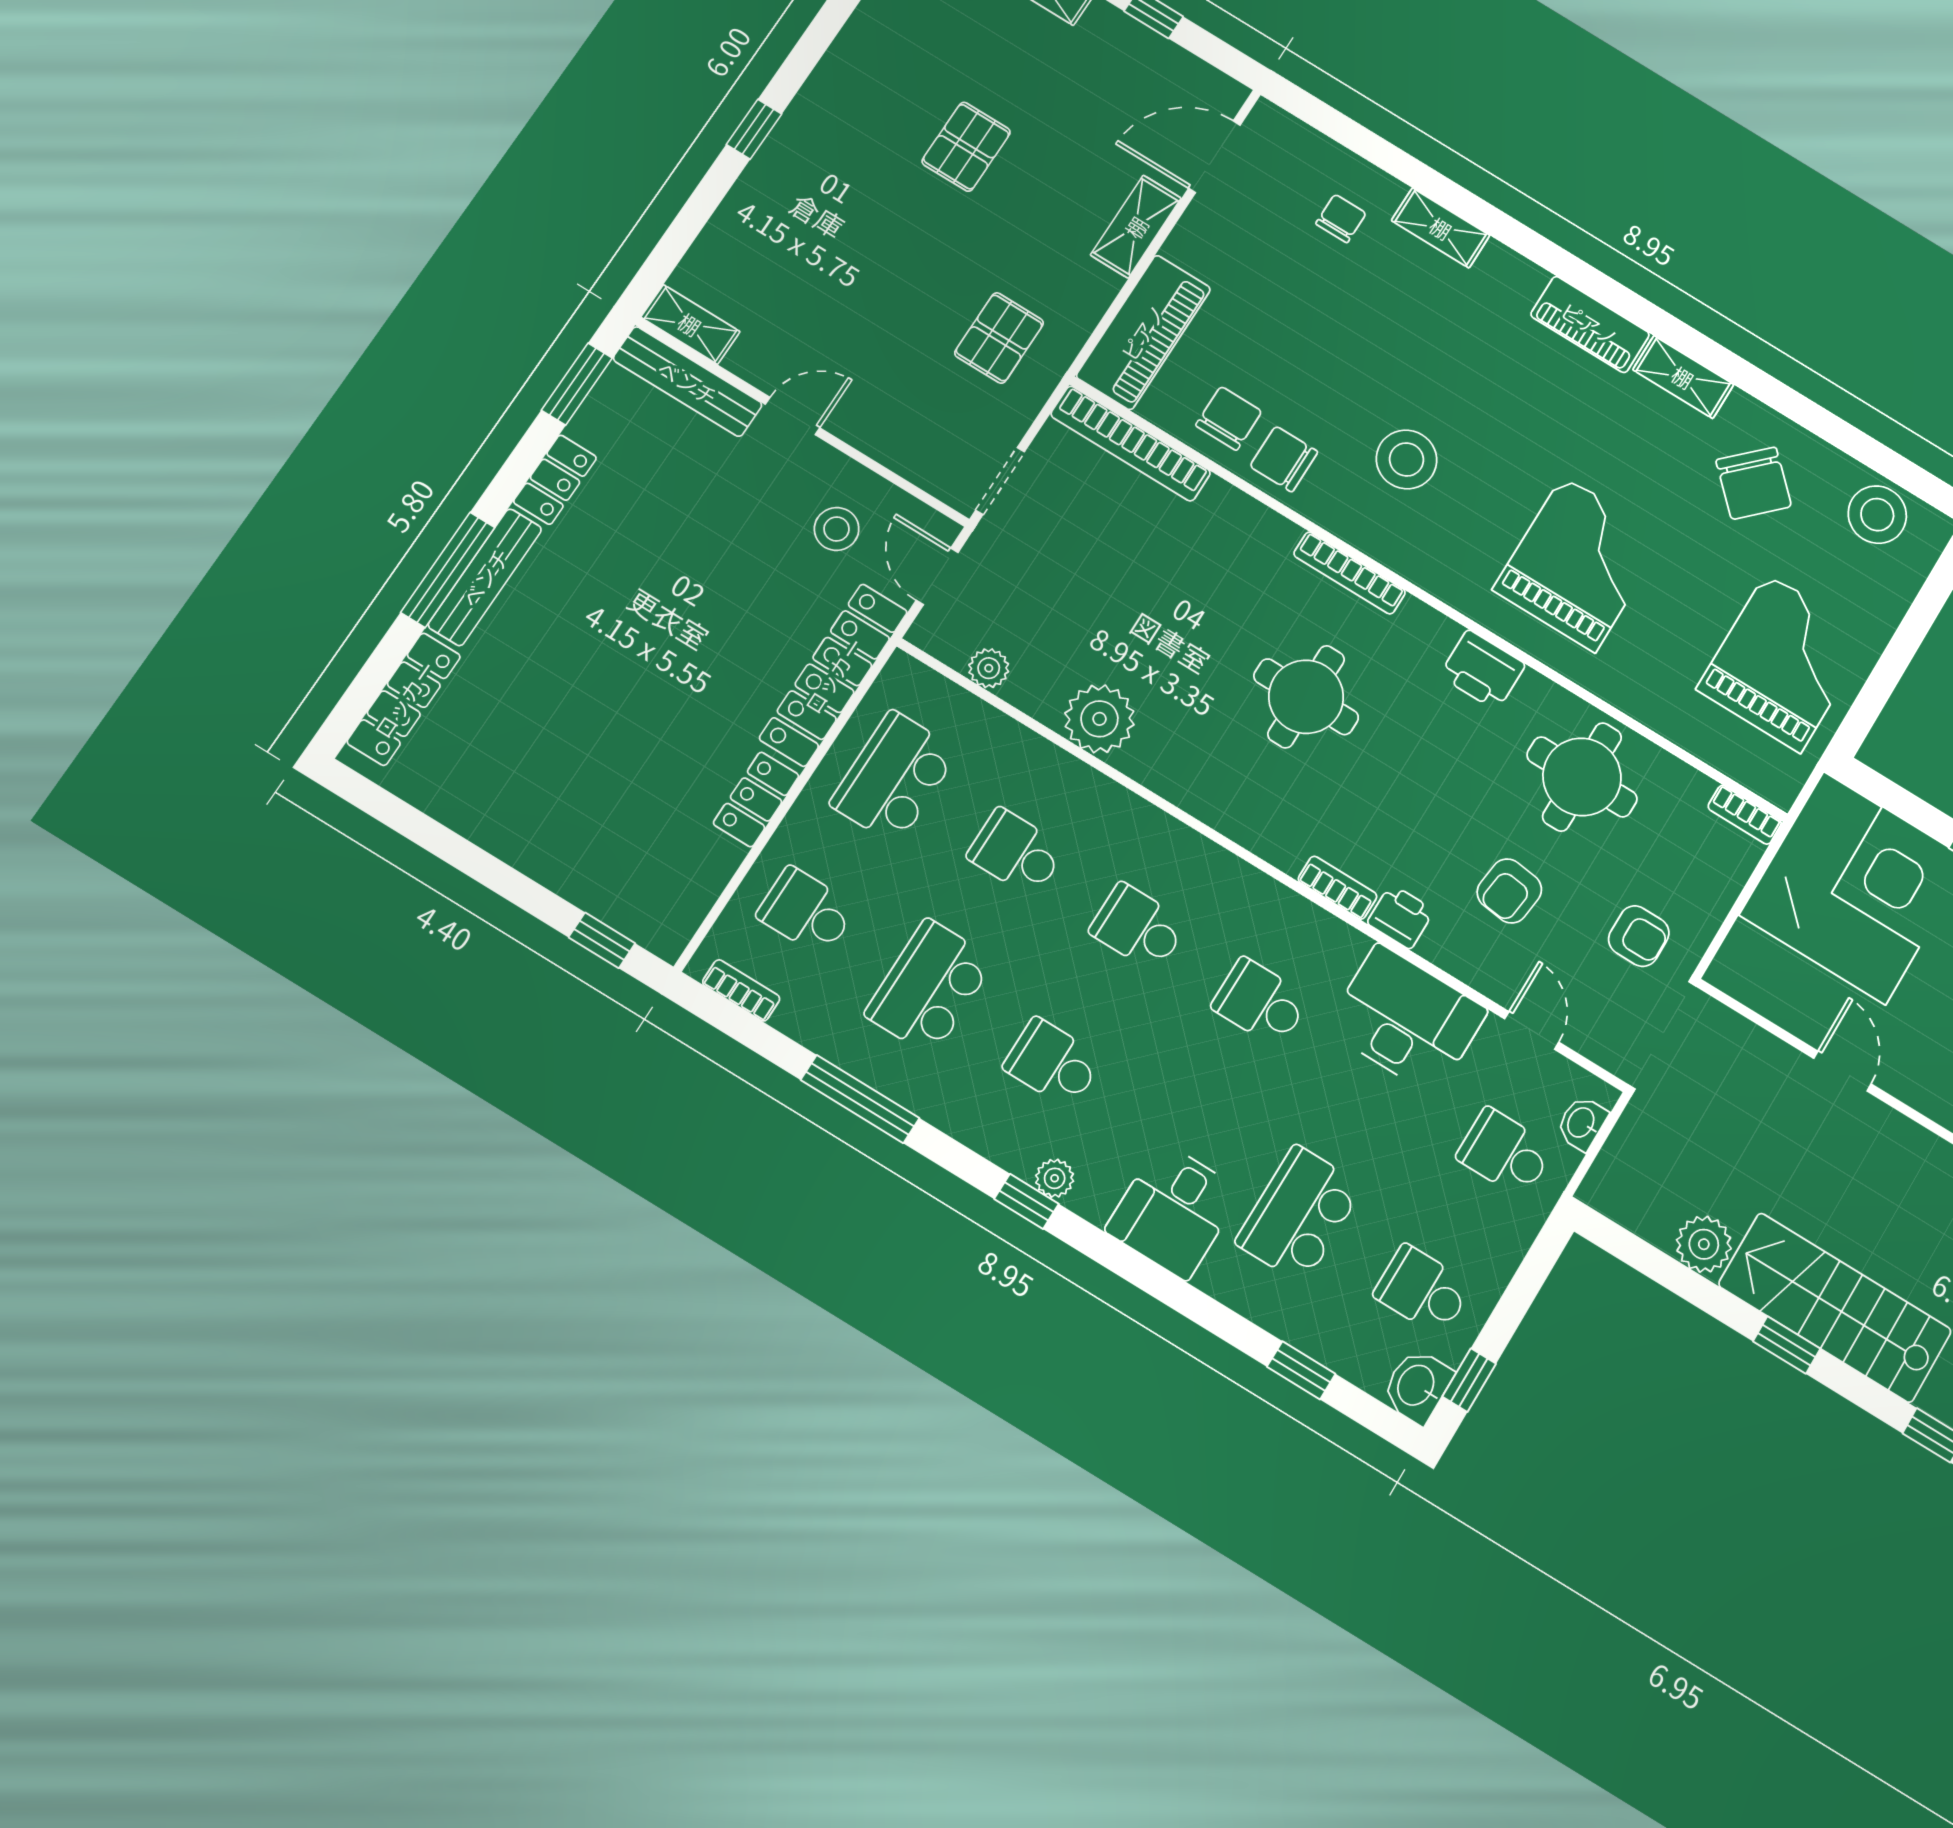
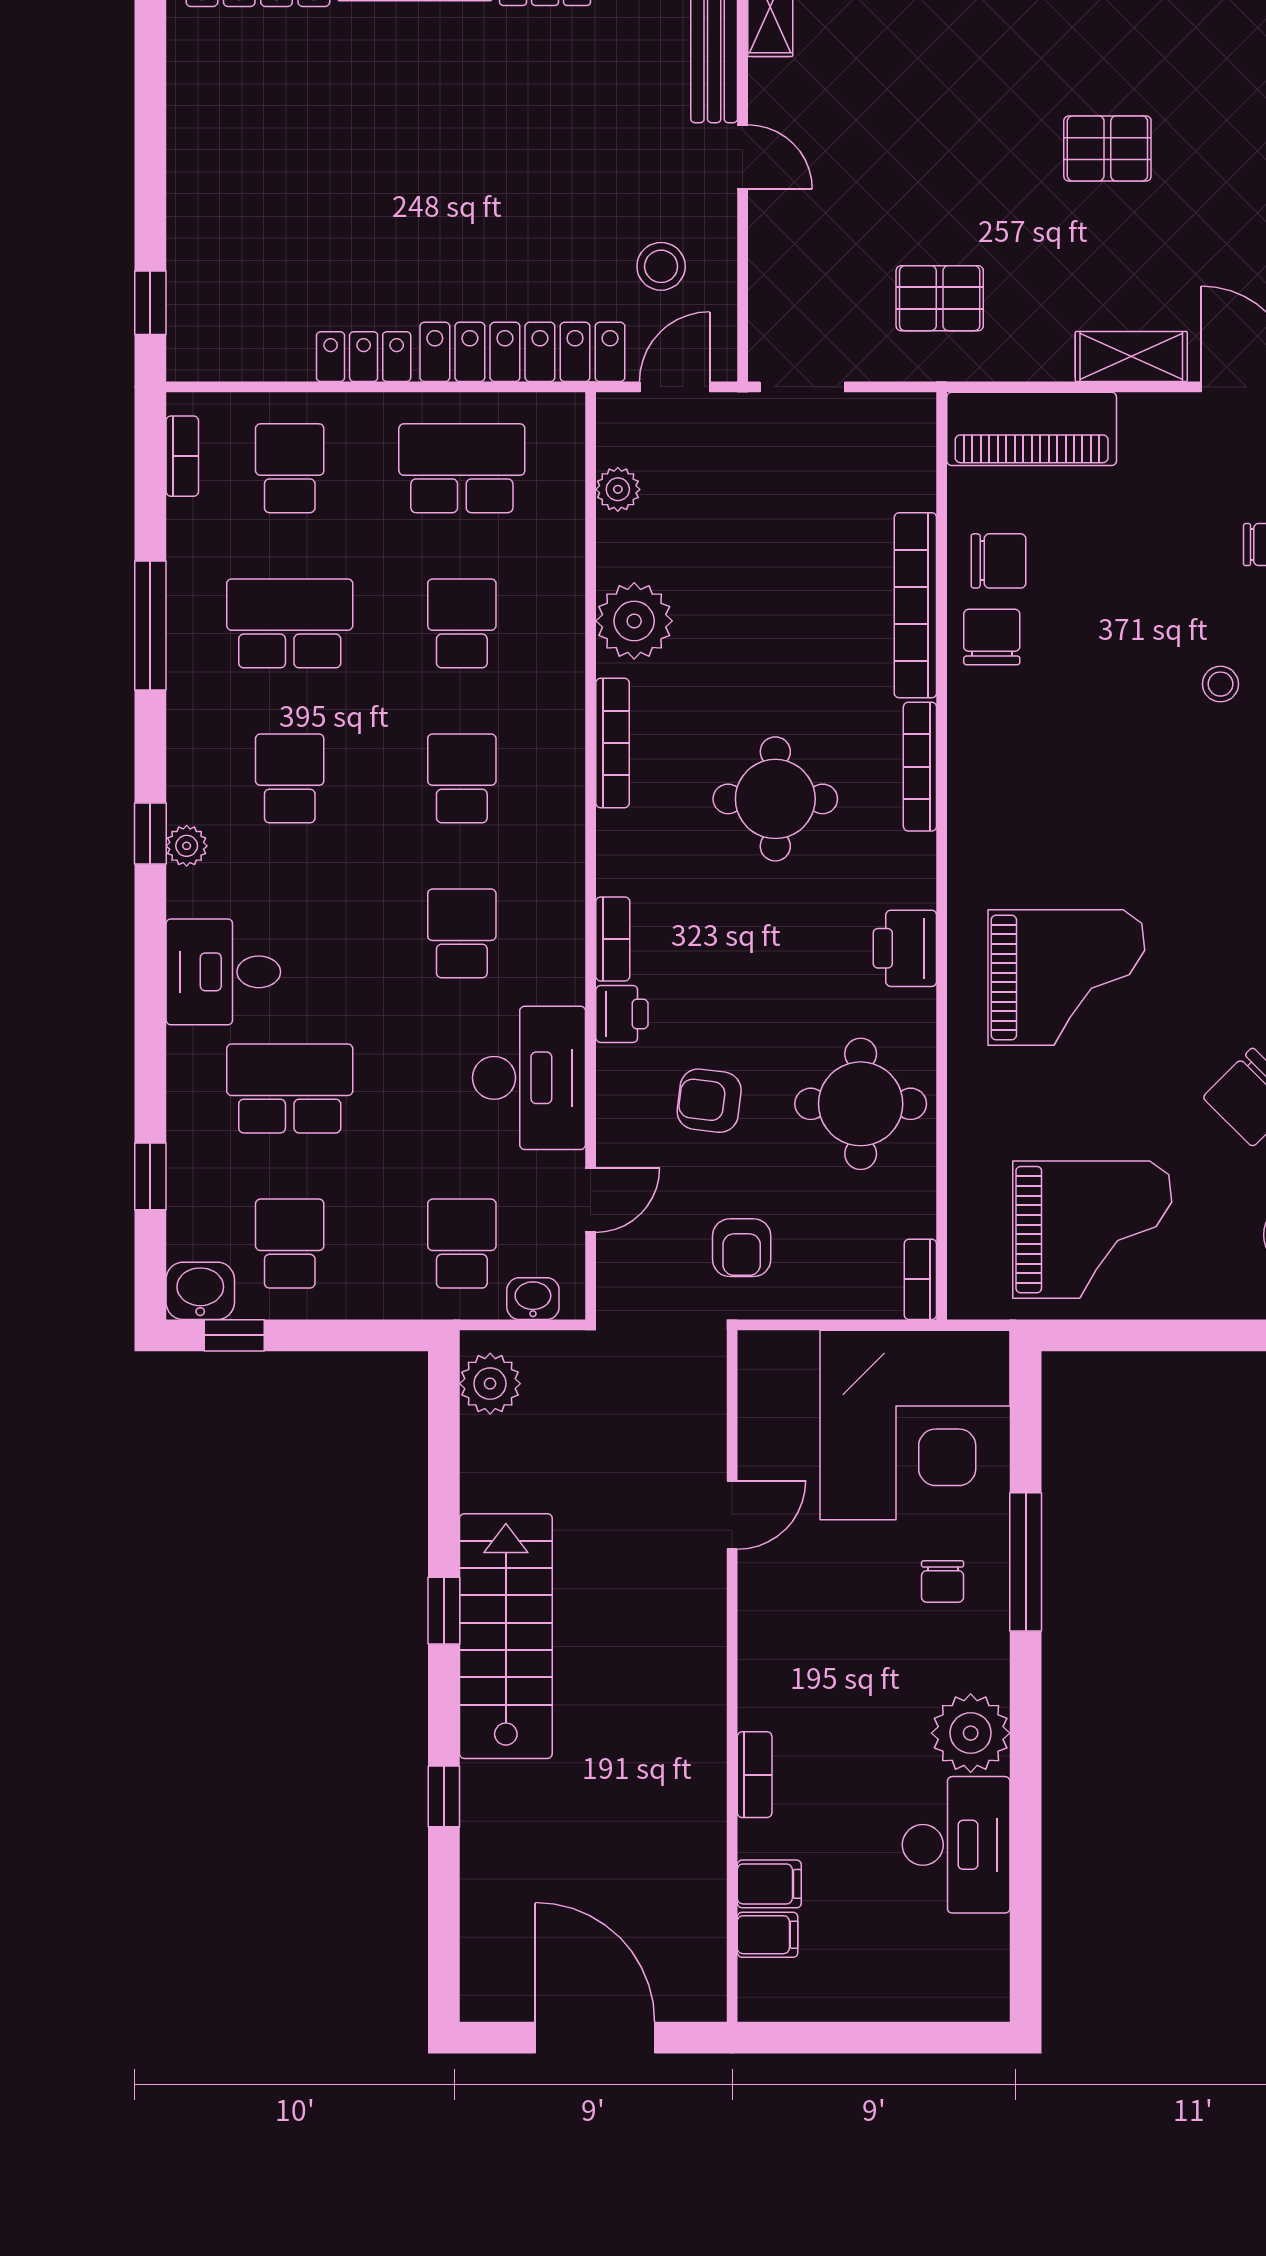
bookcase: (1131, 444) -> (915, 605), moved
stool: (1407, 459) -> (1220, 684), moved, width x0.53, depth x0.53
bookcase: (1184, 794) -> (612, 743), added
plant: (1704, 1244) -> (490, 1384), moved

